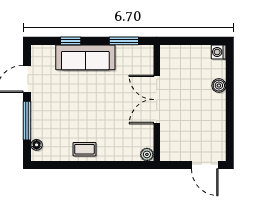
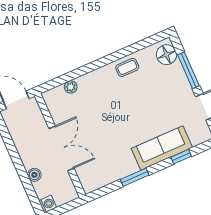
double door: (157, 100) -> (61, 148), moved
wall: (157, 103) -> (60, 145), moved
floor lamp: (37, 145) -> (166, 55), width x1.89, depth x1.89

